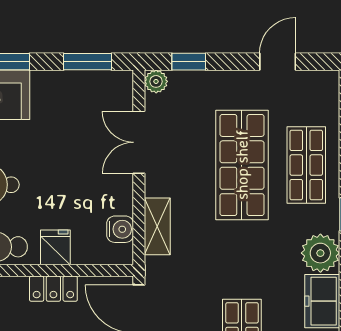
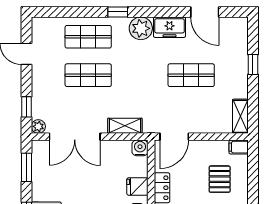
double door: (139, 142) -> (75, 137), width x1.37
shop shelf: (242, 165) -> (88, 75), width x0.70, depth x0.74
water cooler: (120, 229) -> (140, 148), moved

